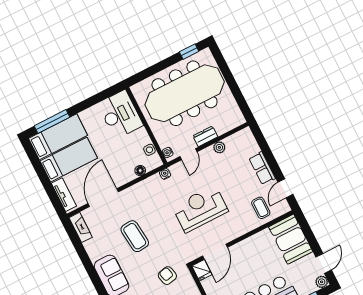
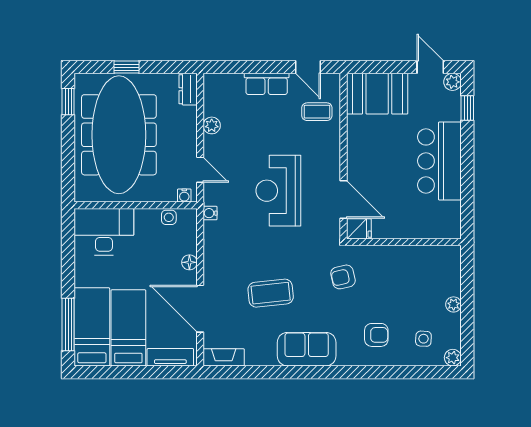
window: (229, 77) -> (127, 67), added
dresser: (205, 136) -> (188, 89), moved
floor lamp: (140, 171) -> (189, 262), moved

